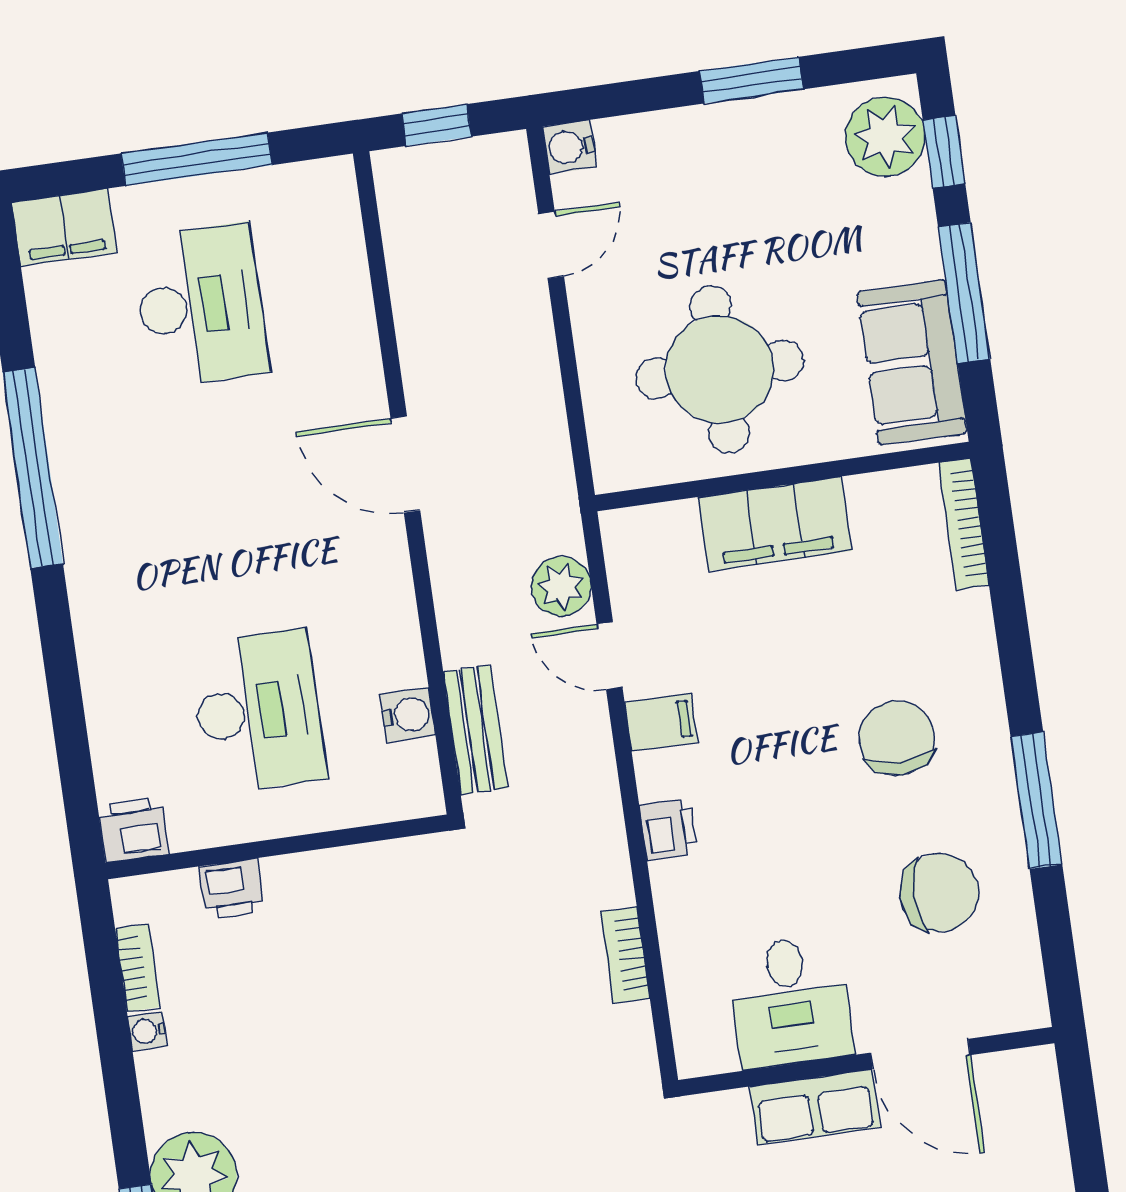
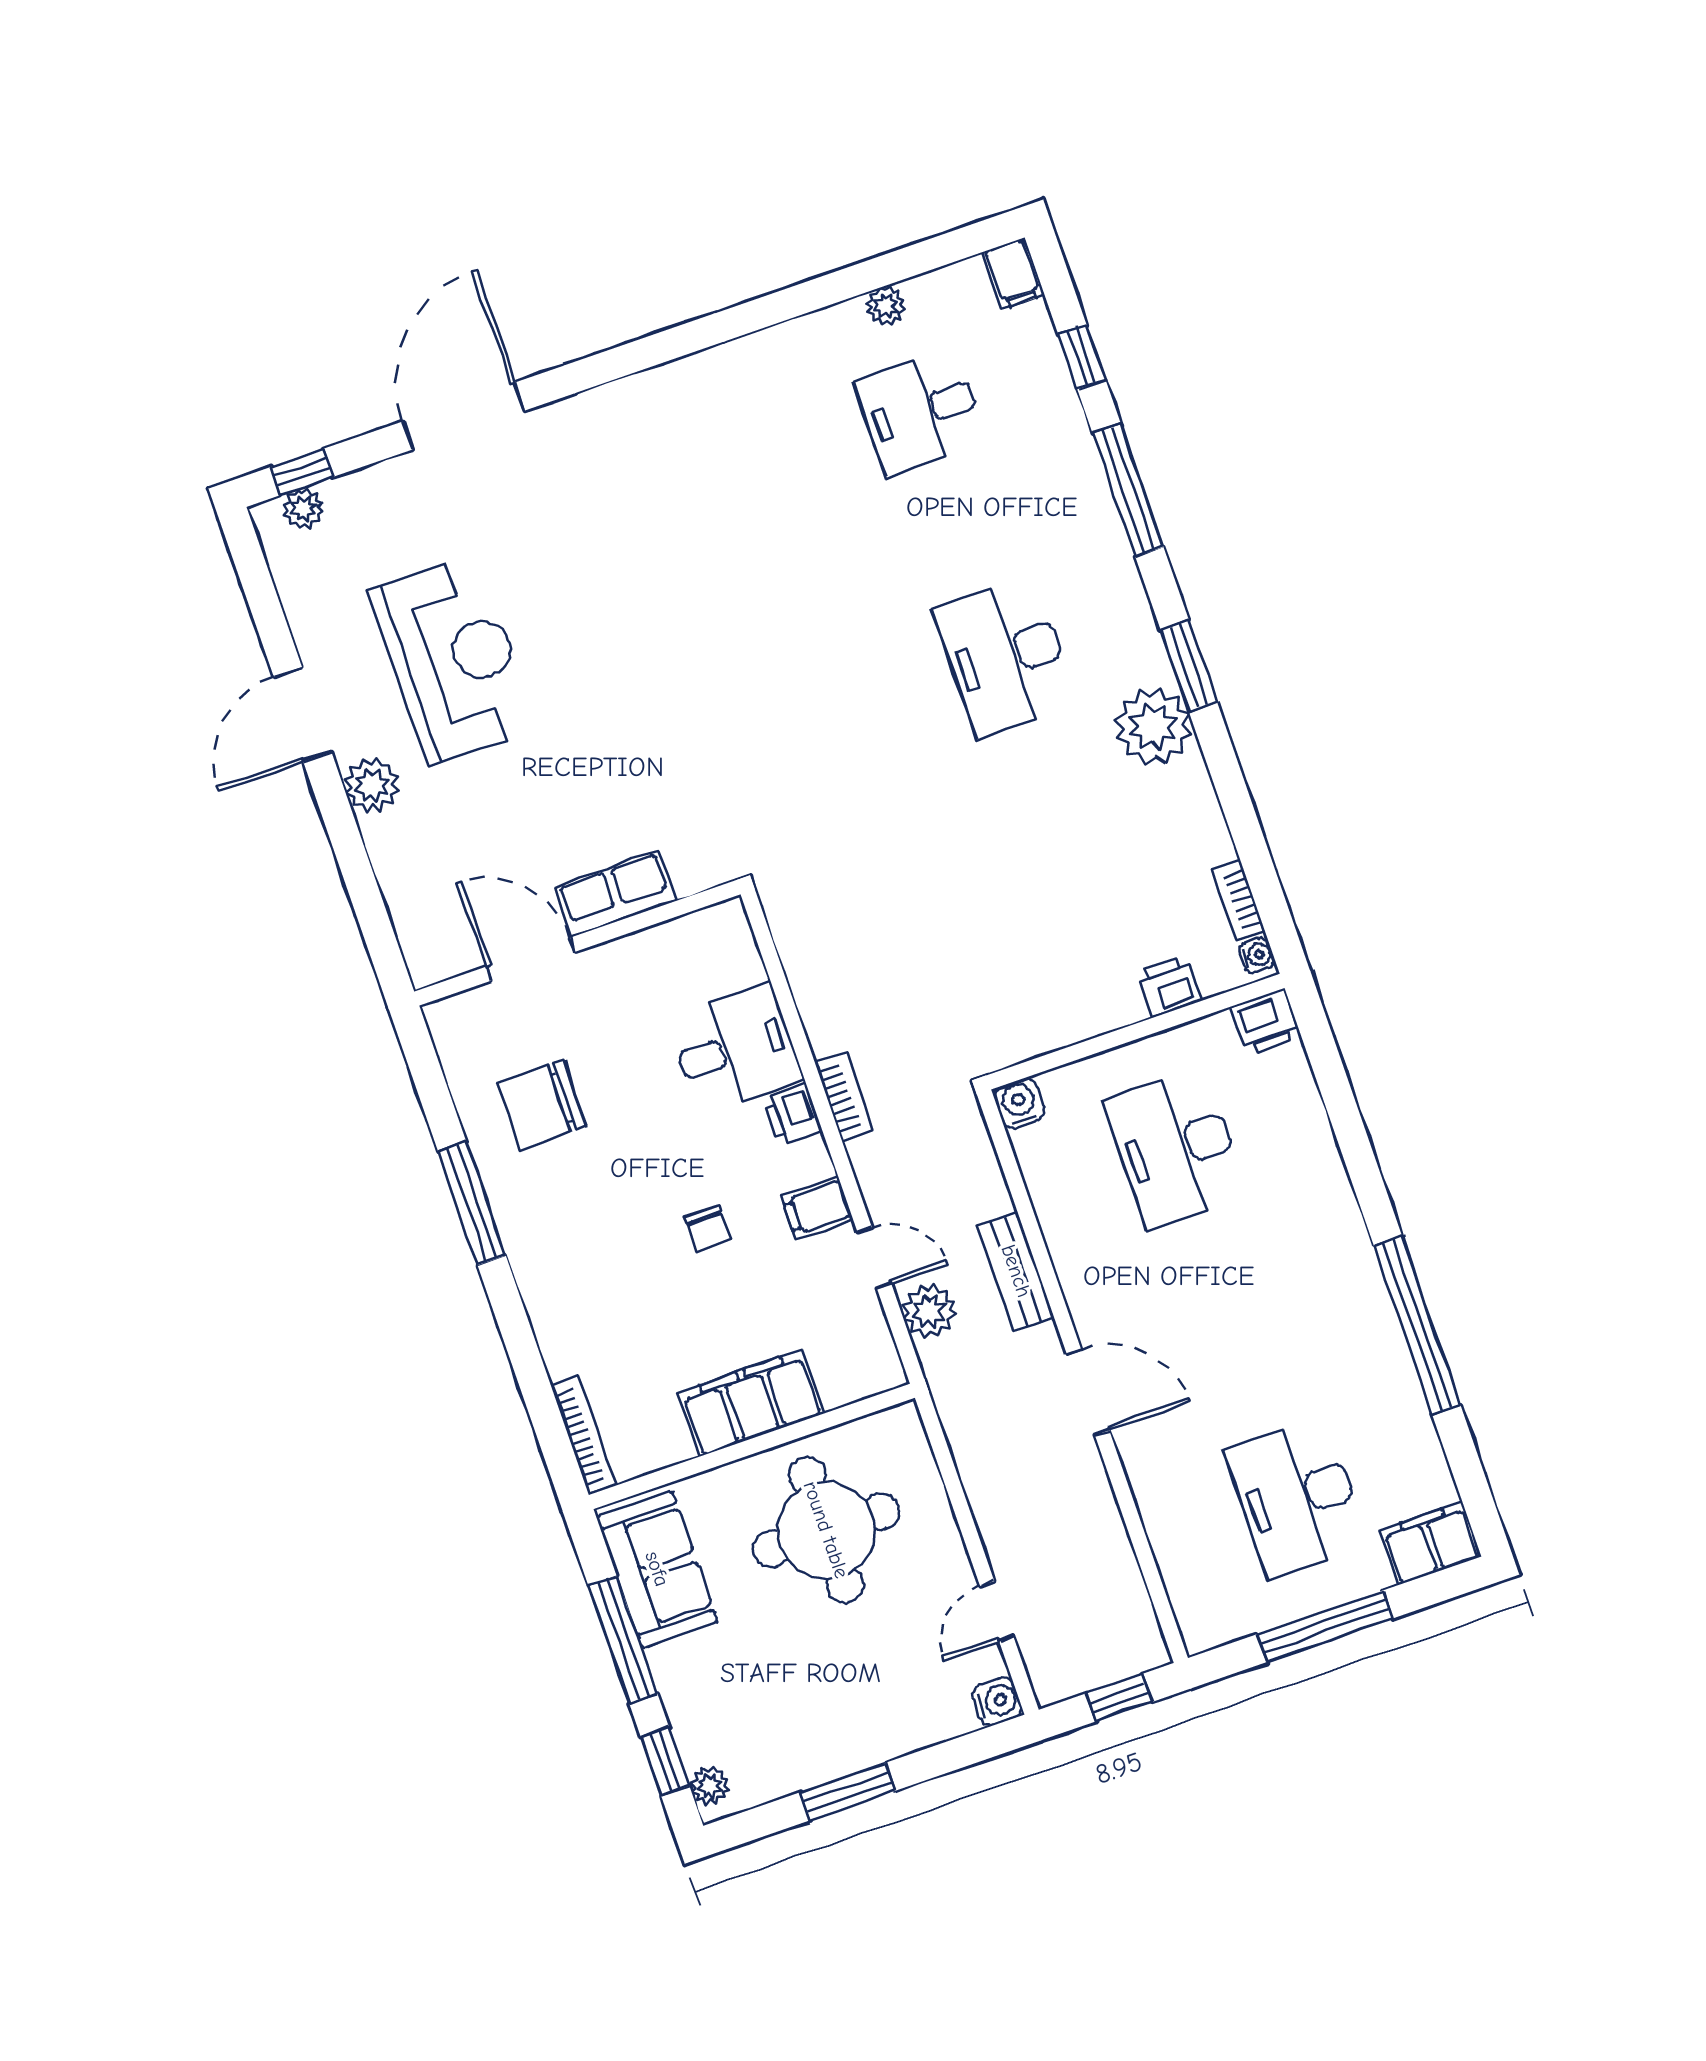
plant: (885, 137) -> (709, 1786), width x0.53, depth x0.53
water cooler: (408, 715) -> (1019, 1103), moved, turned 90
bench: (475, 730) -> (1016, 1271), moved
chair: (897, 738) -> (707, 1228), moved, width x0.54, depth x0.54
bookcase: (625, 955) -> (844, 1097), moved
desk: (790, 1002) -> (735, 1049), moved, turned 90
water cooler: (147, 1031) -> (1257, 955), moved

